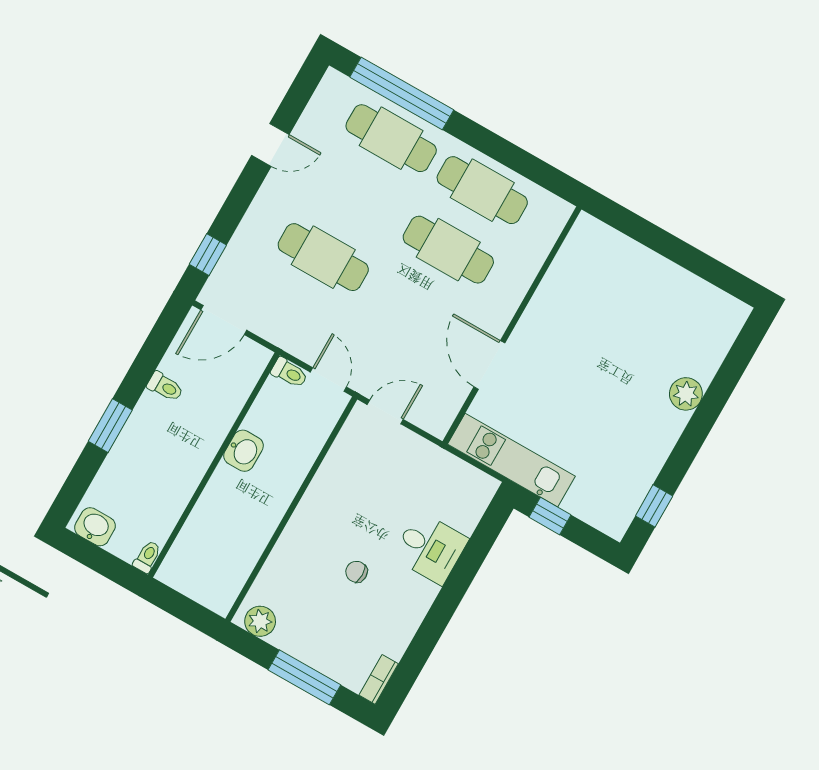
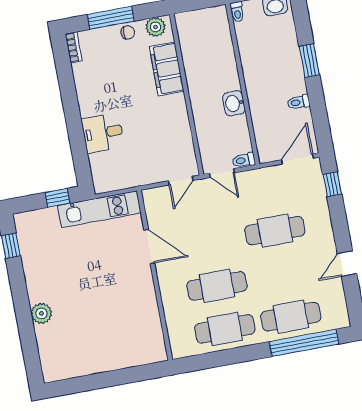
filing cabinet: (289, 560) -> (167, 69), added
chair: (357, 572) -> (128, 32), moved

